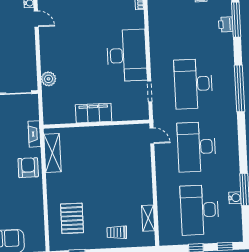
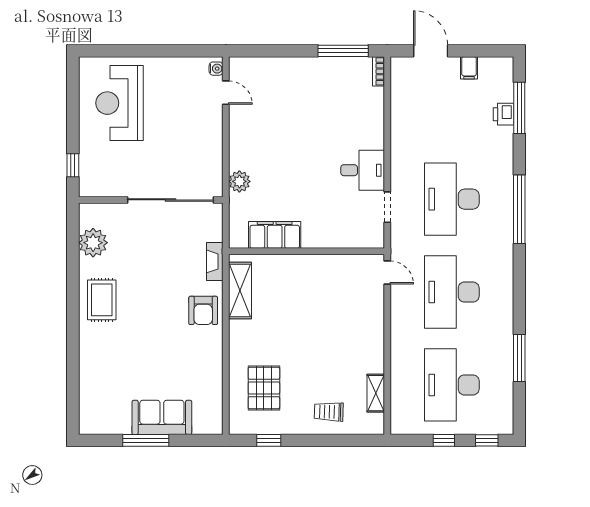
desk: (127, 55) -> (363, 170), width x0.53, depth x0.77
filing cabinet: (94, 113) -> (275, 235), moved
armchair: (28, 168) -> (203, 310), turned 180
water cooler: (235, 198) -> (505, 369), removed

